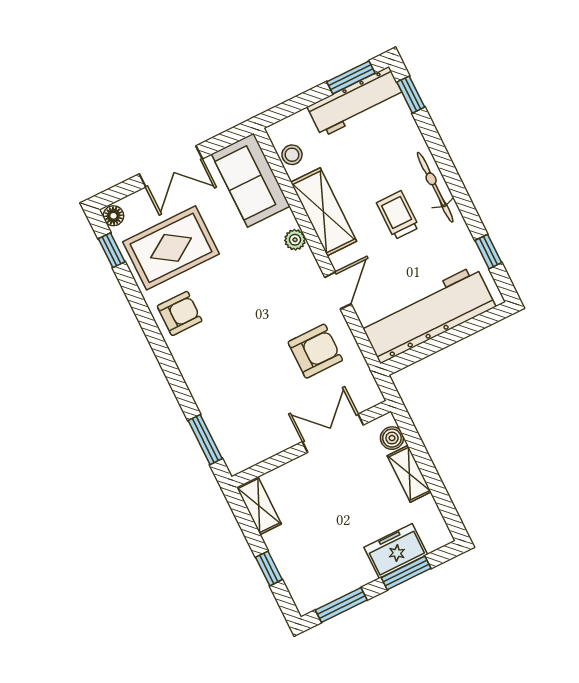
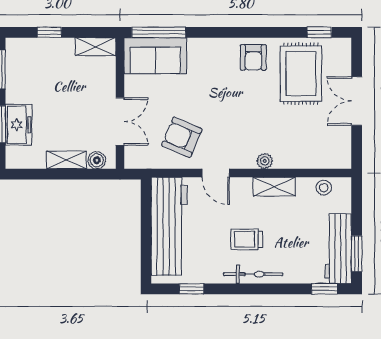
sofa: (251, 180) -> (155, 56), moved, turned 180
shelving: (324, 212) -> (274, 187), width x0.67, depth x0.75
trolley: (398, 215) -> (247, 239), turned 180
floor lamp: (113, 216) -> (342, 45), removed
armchair: (315, 351) -> (182, 137), turned 113
window: (205, 440) -> (159, 32), width x1.44

